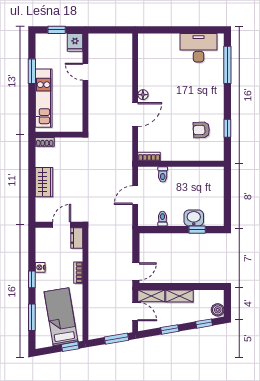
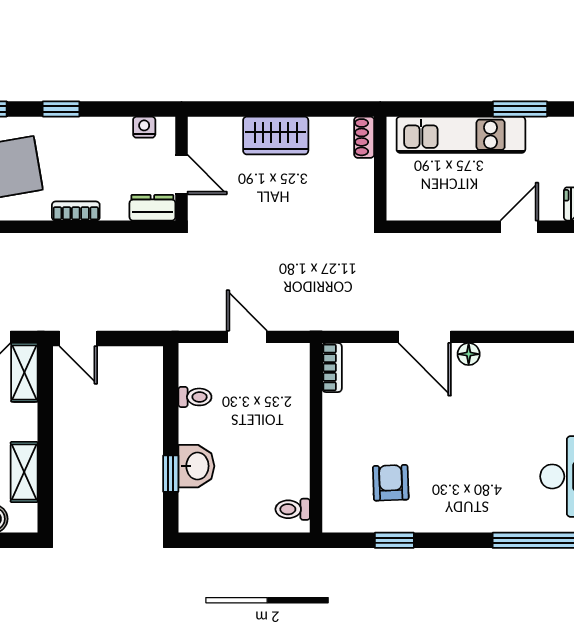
toilet: (163, 174) -> (293, 509), moved
nightstand: (40, 267) -> (144, 127), moved
shelving: (179, 296) -> (24, 472), moved

